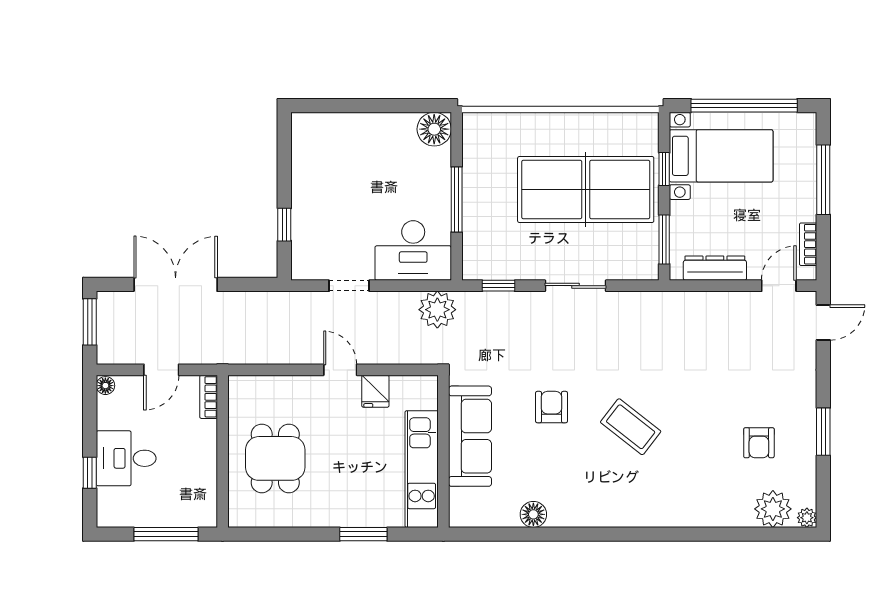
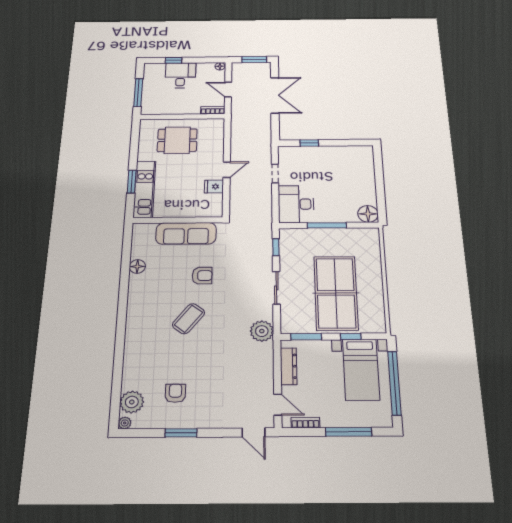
plant: (437, 310) -> (262, 331), moved
armchair: (759, 443) -> (175, 393), turned 90
kitchen unit: (422, 469) -> (144, 189), moved, turned 90

